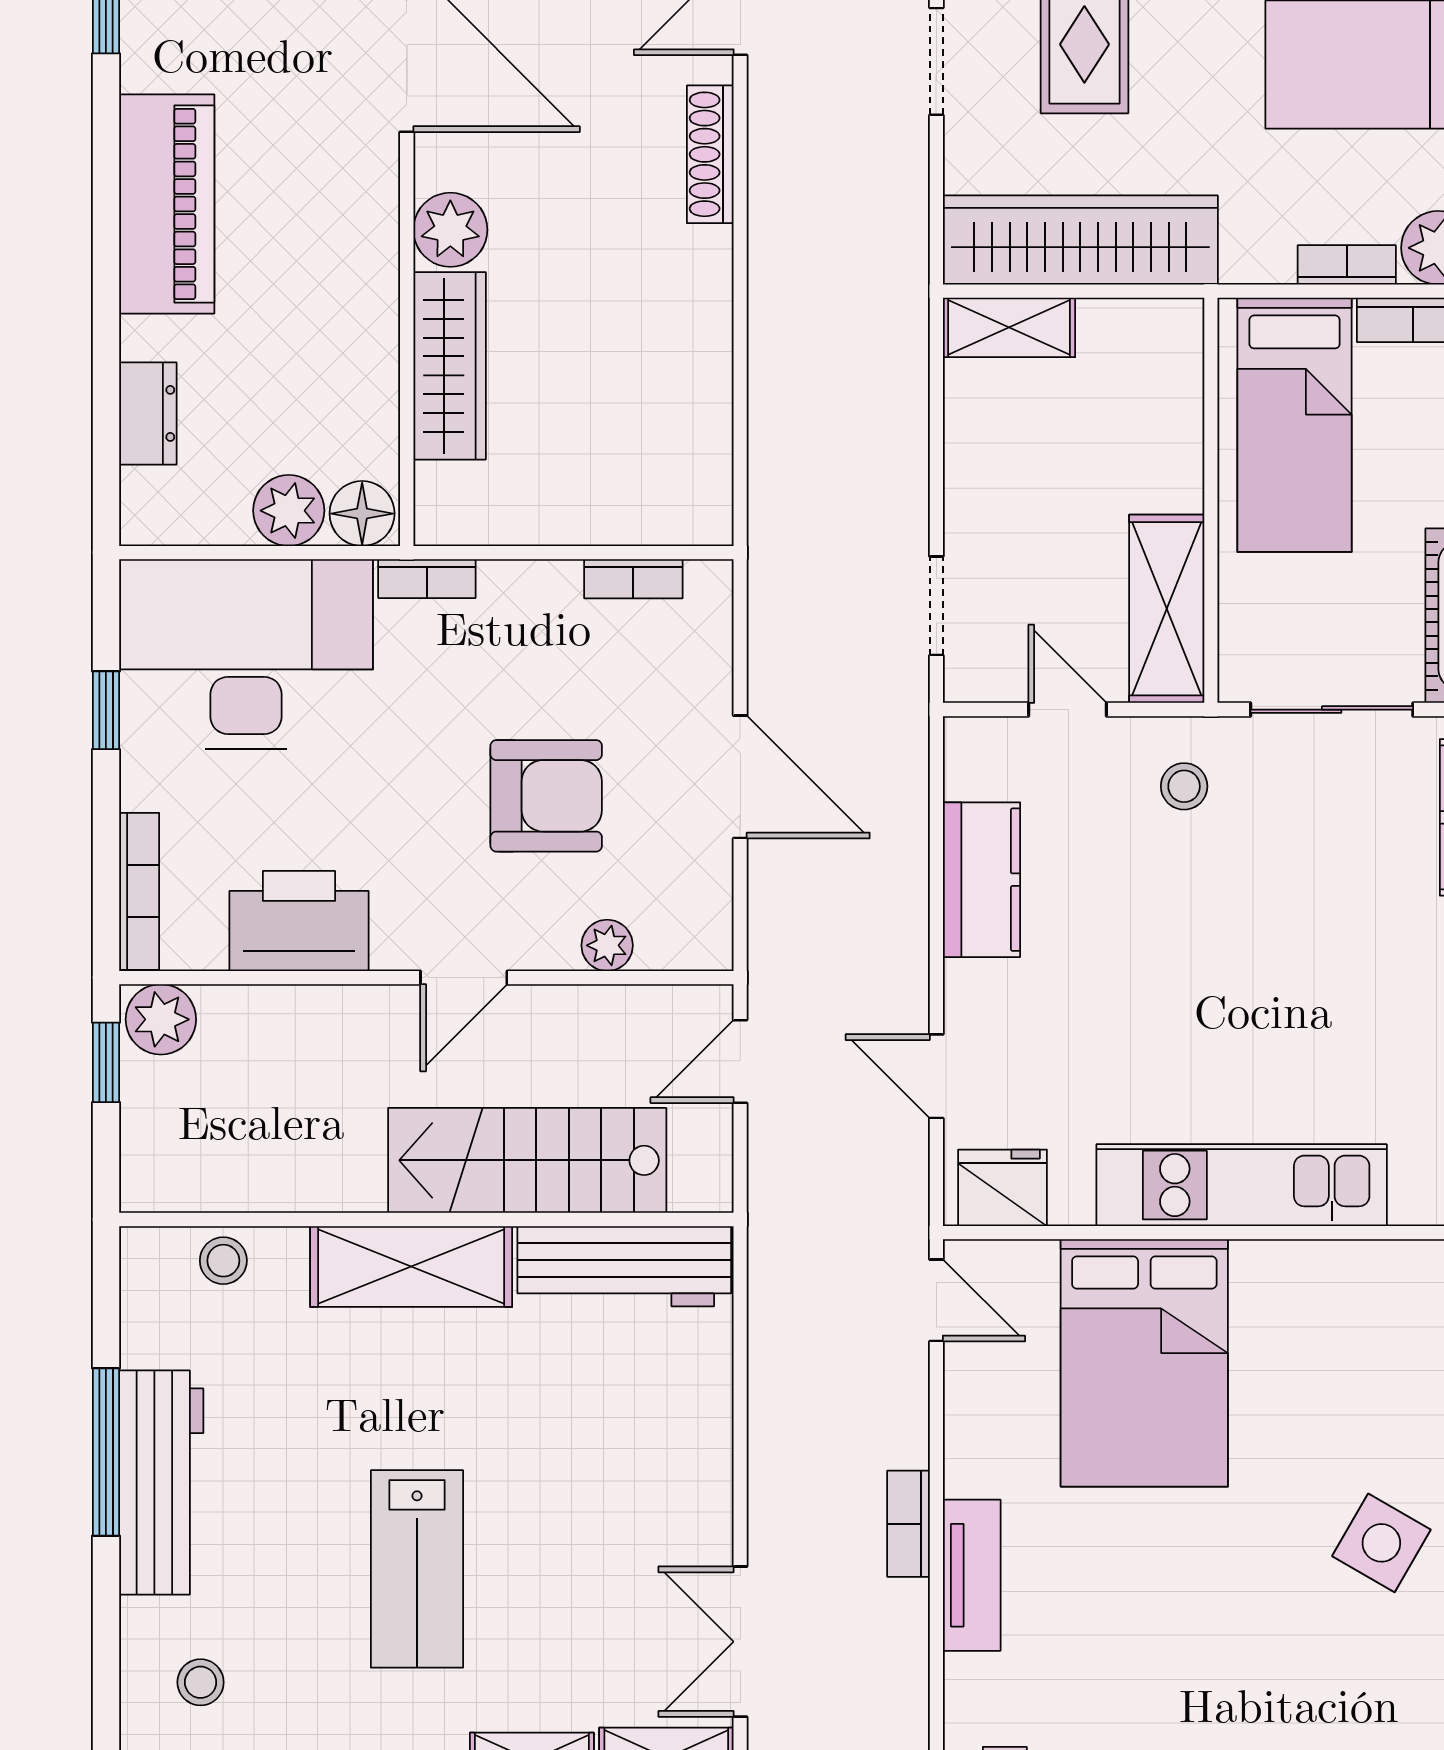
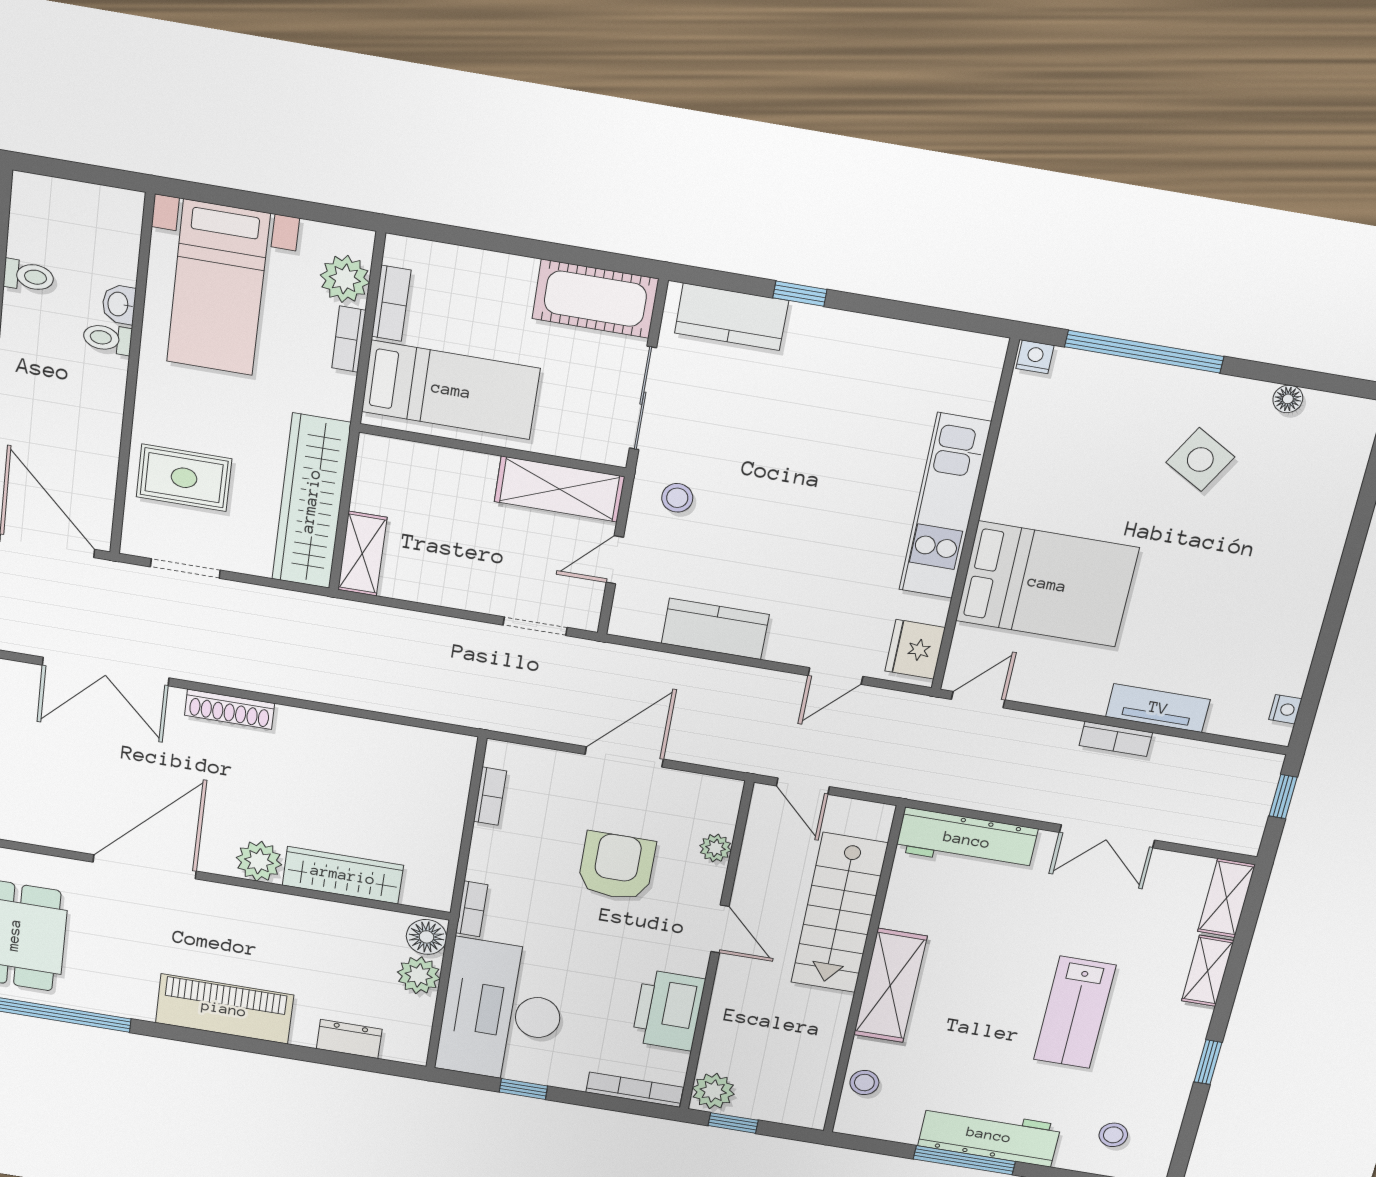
workbench: (624, 1266) -> (967, 840), moved, turned 90
lab bench: (417, 1569) -> (1075, 1012), turned 90
double door: (740, 1642) -> (1107, 836), moved

